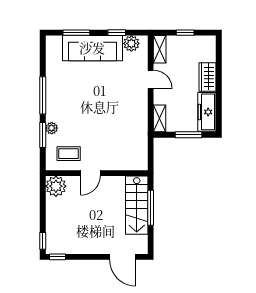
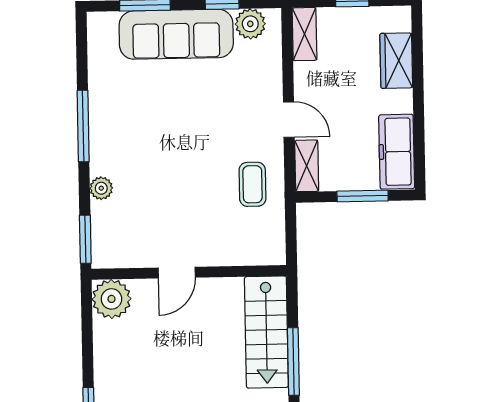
wardrobe: (208, 77) -> (396, 61), moved
door: (151, 79) -> (289, 120), moved
window: (43, 135) -> (85, 239), moved
coffee table: (69, 154) -> (252, 184), moved, turned 90
window: (151, 208) -> (293, 362), moved

